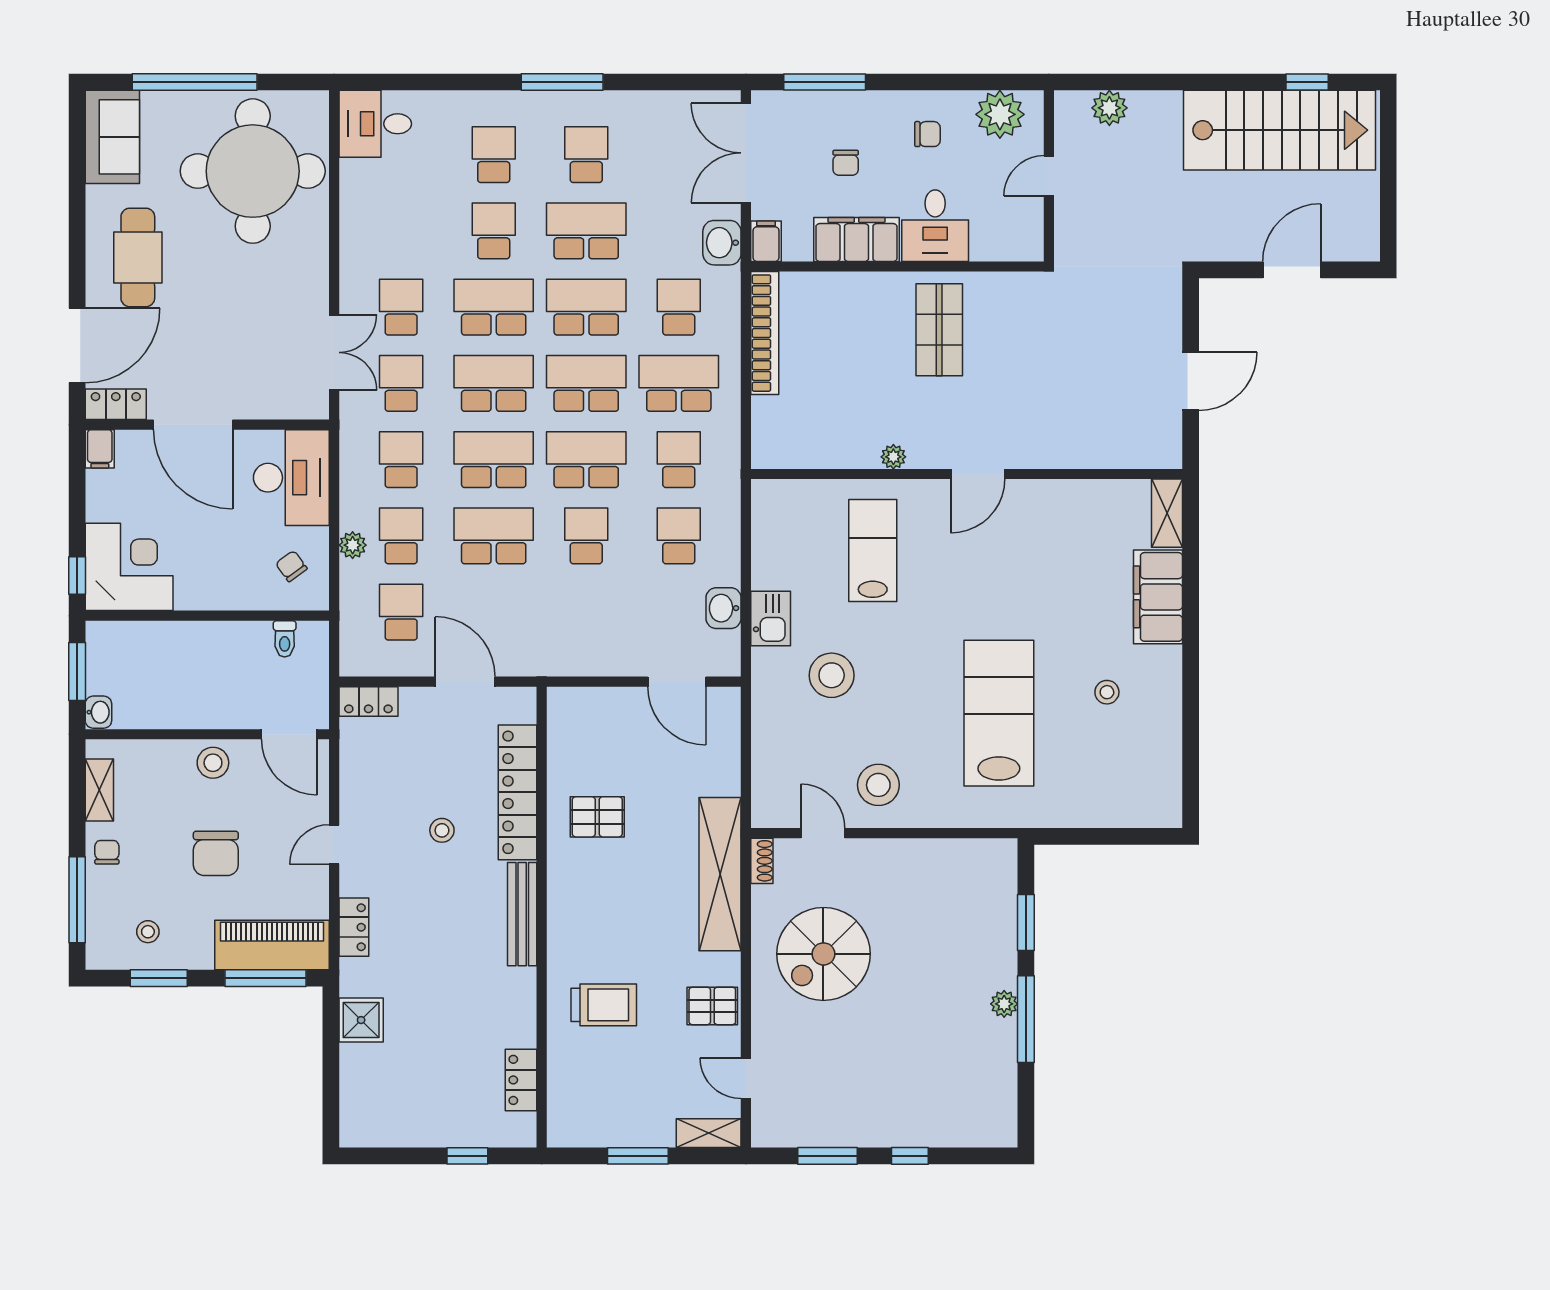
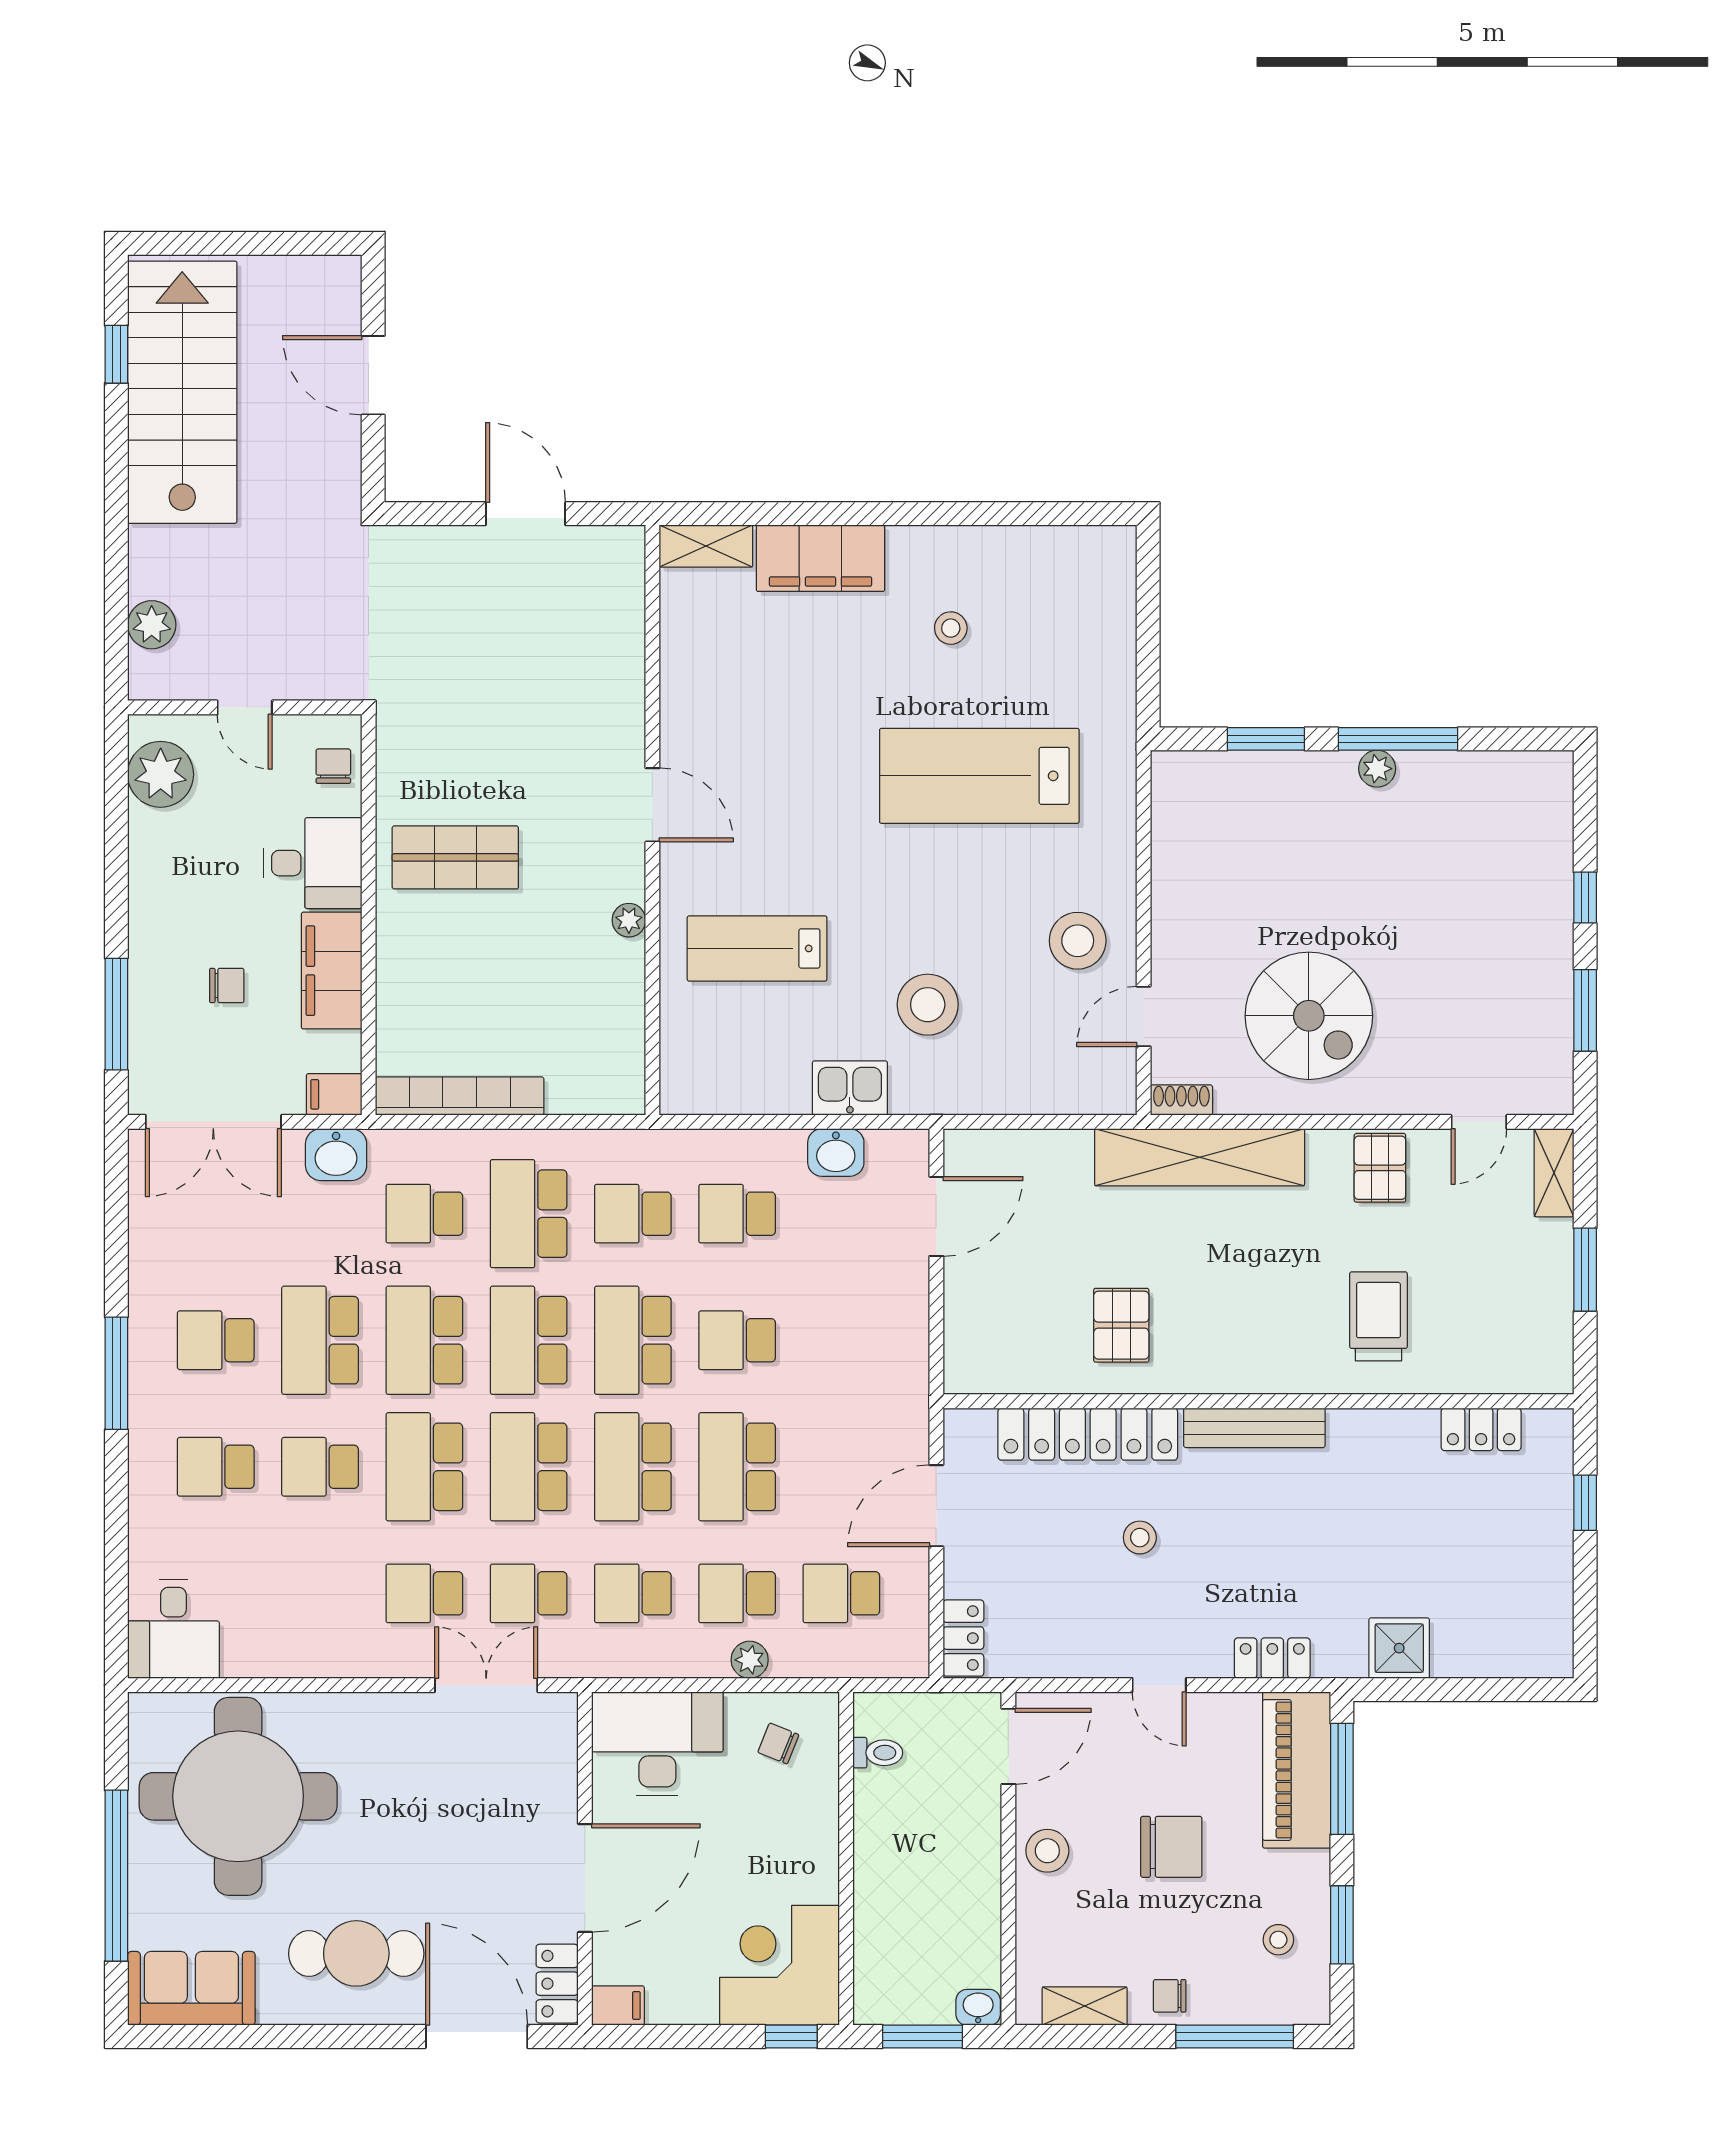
chair: (927, 134) -> (333, 766), moved
chair: (291, 566) -> (778, 1743), turned 58

